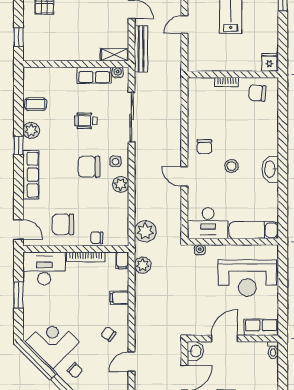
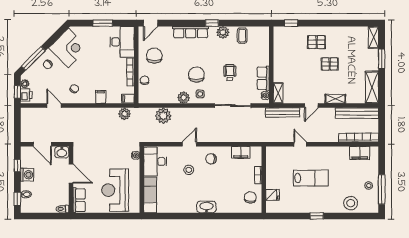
fridge: (269, 62) -> (273, 195), moved
filing cabinet: (196, 106) -> (241, 152), added
stool: (231, 166) -> (189, 170), moved
washbasin: (270, 169) -> (206, 207), moved
plant: (145, 231) -> (163, 116), moved

